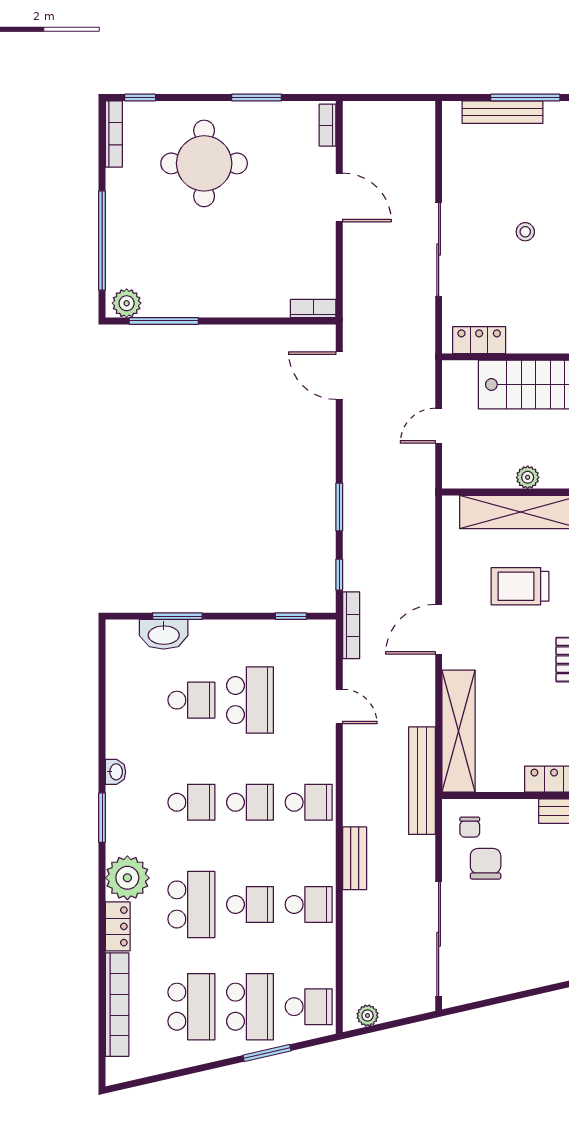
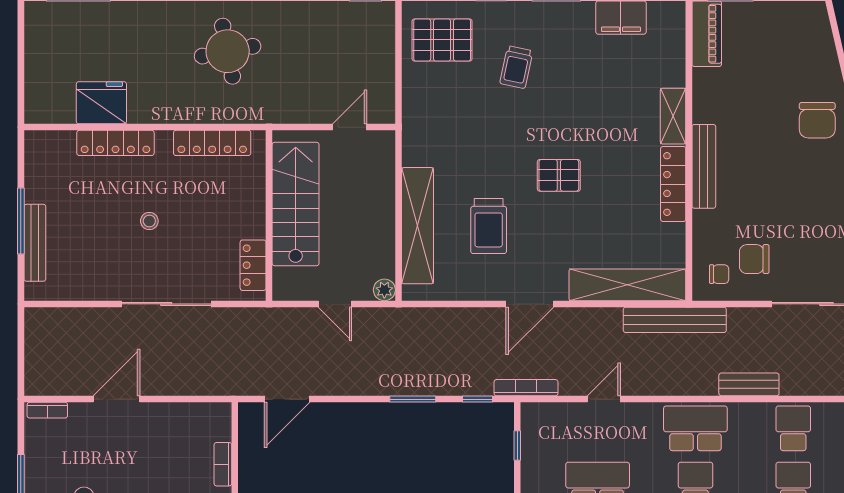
bookcase: (313, 309) -> (223, 464), moved
plant: (528, 477) -> (384, 290), moved
door: (439, 629) -> (530, 304), hinge flipped
school desk: (309, 802) -> (695, 428), width x1.85

